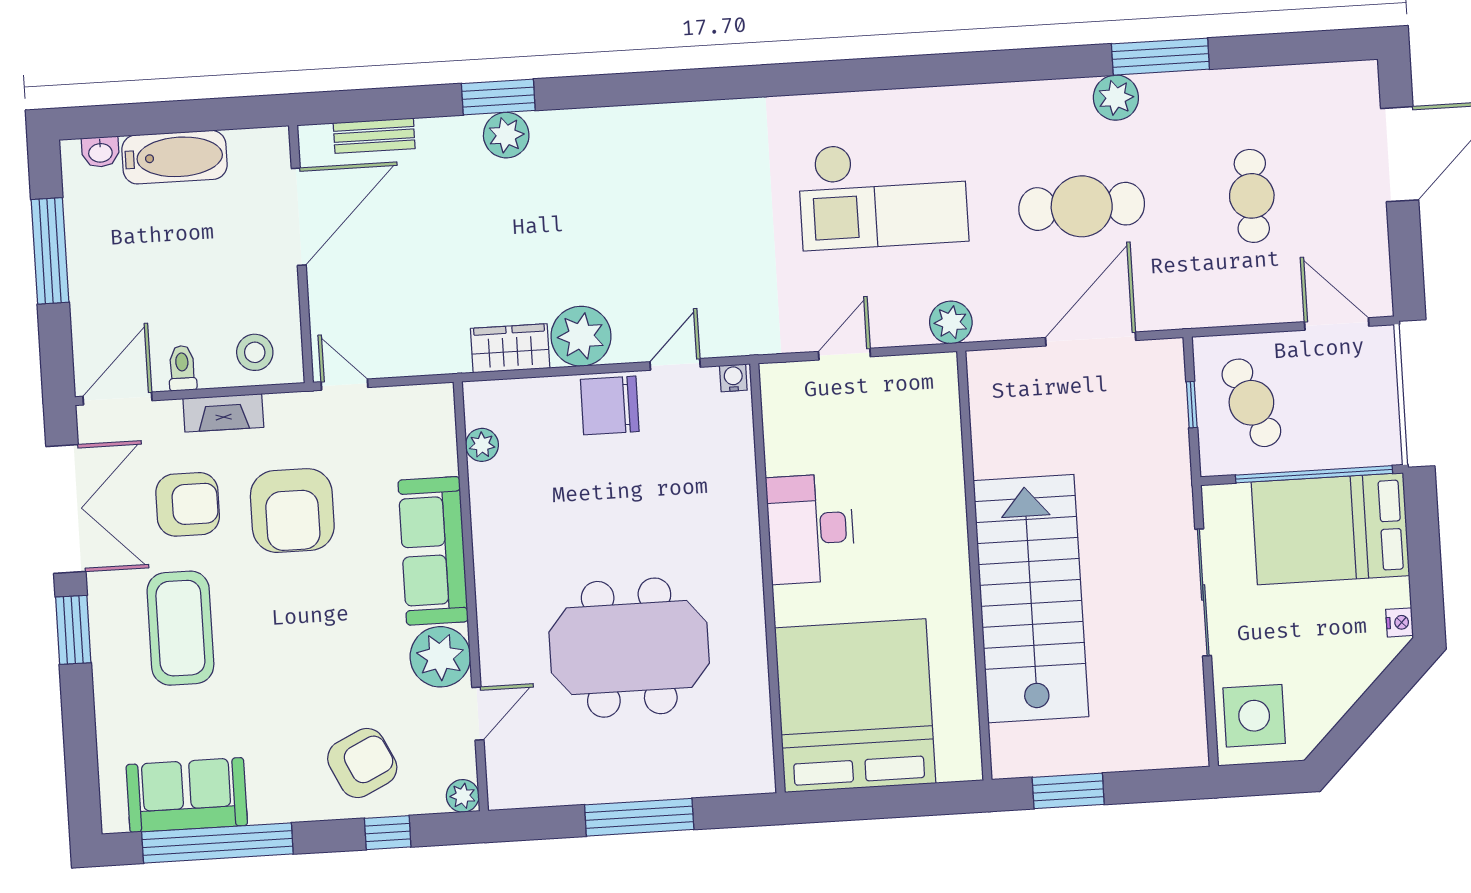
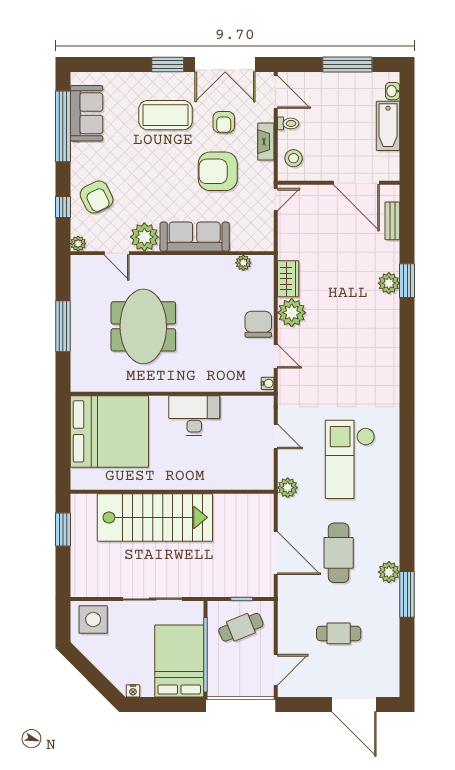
armchair: (188, 504) -> (224, 122), width x0.72, depth x0.72

